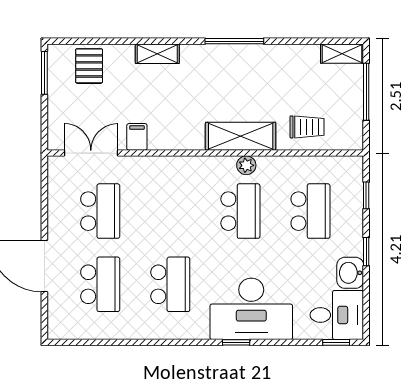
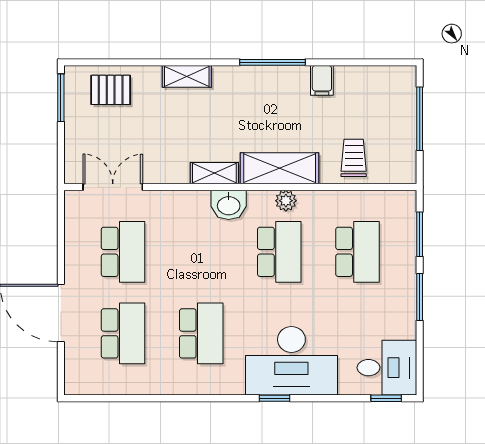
shelving: (342, 54) -> (214, 173), moved
pallet: (89, 66) -> (111, 90), turned 90
trolley: (307, 127) -> (354, 158), turned -90
filing cabinet: (137, 137) -> (322, 80), moved, turned 180
window: (366, 195) -> (420, 234), width x1.50
window: (366, 252) -> (420, 297), width x1.50
washbasin: (350, 273) -> (229, 205), moved, turned -90

